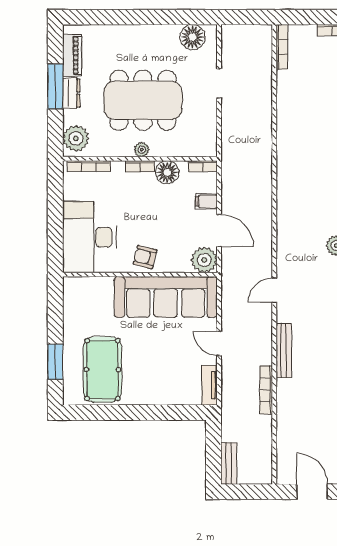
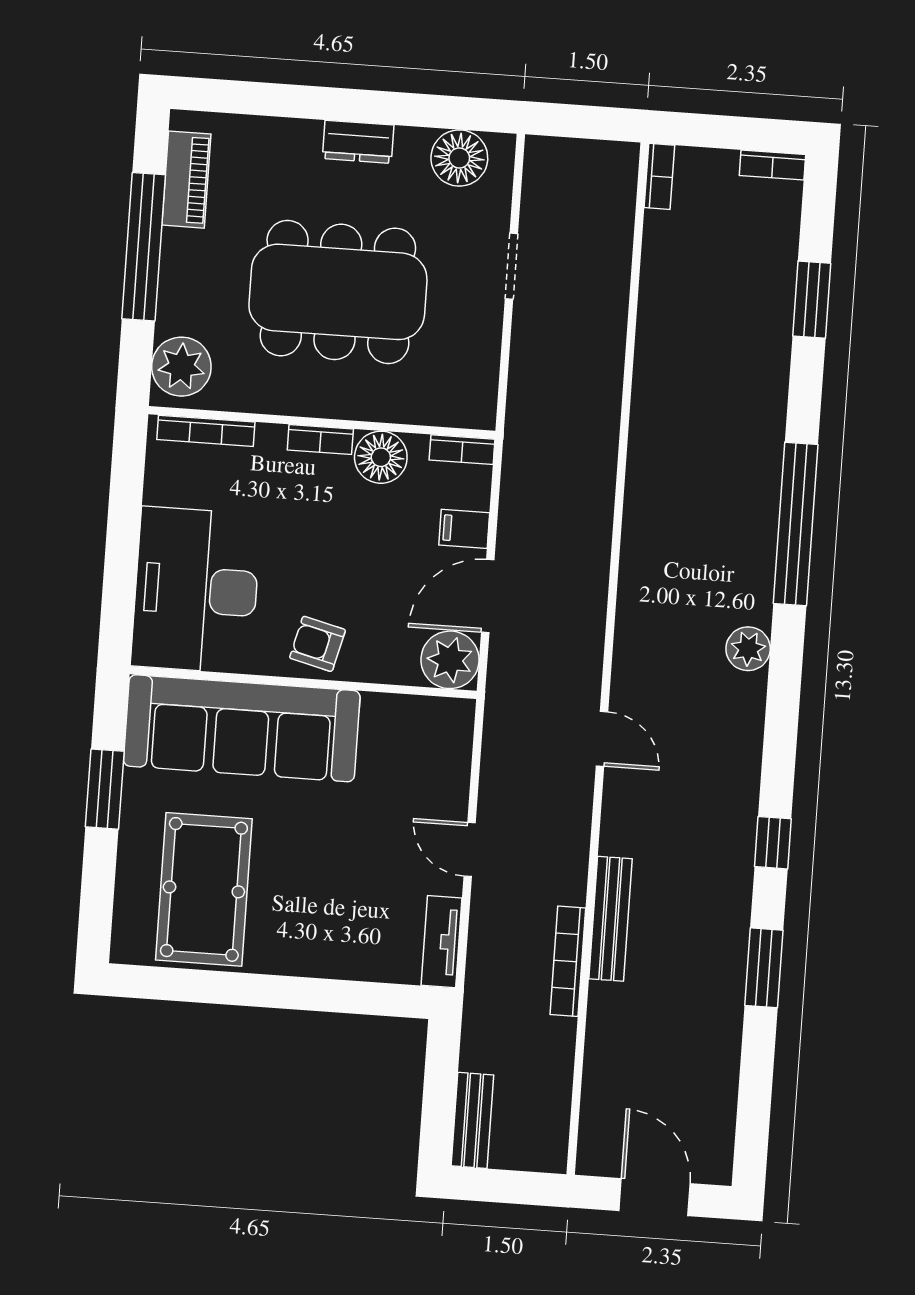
bookcase: (282, 47) -> (659, 176), width x0.64
window: (55, 86) -> (144, 247), width x1.46
dresser: (71, 93) -> (358, 142), moved, turned 90
plant: (142, 150) -> (327, 402), removed
door: (219, 230) -> (488, 596), swing flipped
door: (274, 290) -> (602, 739), swing flipped
sofa: (166, 297) -> (242, 728), moved
bench: (284, 351) -> (610, 919), moved
window: (55, 362) -> (105, 789), moved

